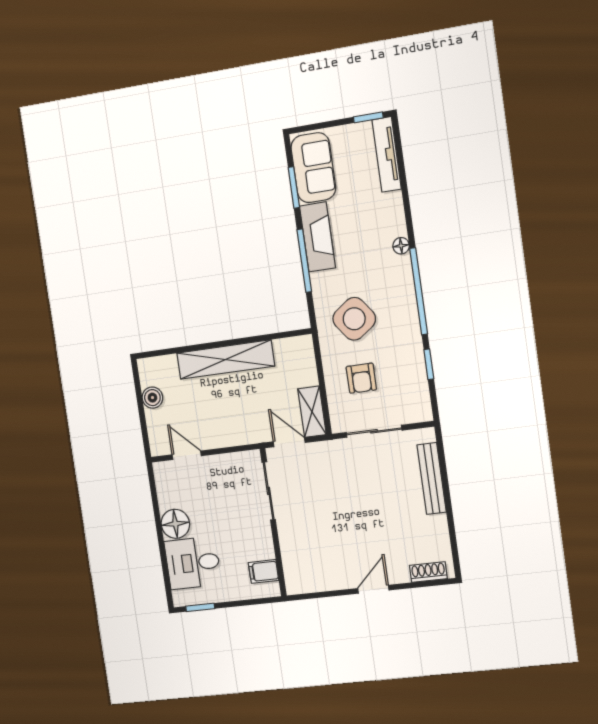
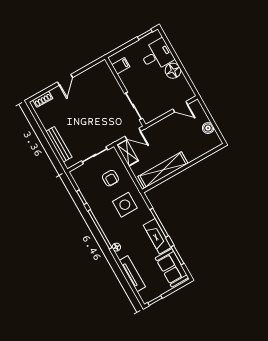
tv unit: (387, 154) -> (132, 274), moved
side table: (354, 319) -> (125, 205), turned 36
shelving: (226, 360) -> (163, 170), moved
armchair: (361, 378) -> (110, 178), turned 180

